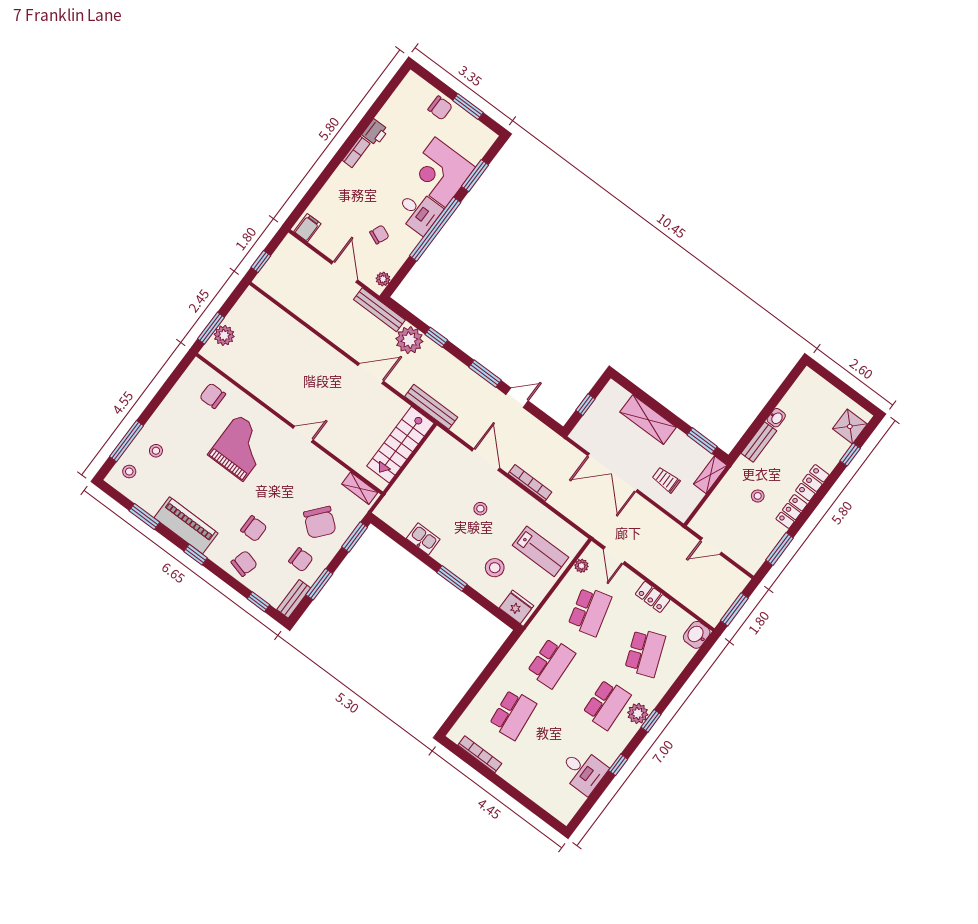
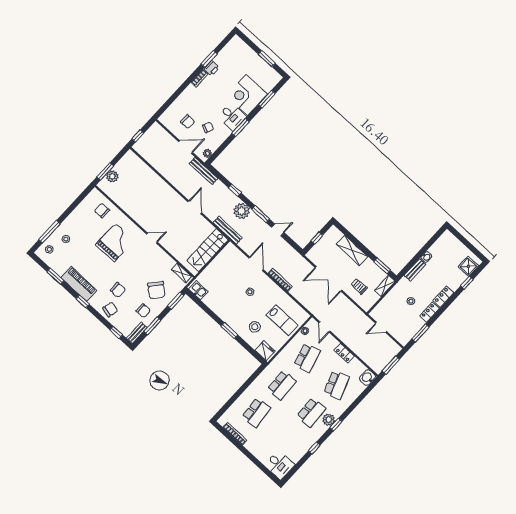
chair: (440, 108) -> (188, 122), moved
window: (369, 117) -> (209, 59), added
filing cabinet: (307, 228) -> (167, 119), removed
window: (435, 229) -> (240, 128), width x0.47
door: (345, 272) -> (186, 147), hinge flipped
plant: (409, 340) -> (242, 211), moved
door: (371, 373) -> (195, 207), hinge flipped
kitchen sink: (423, 539) -> (198, 290), moved
desk: (583, 771) -> (279, 465), moved

